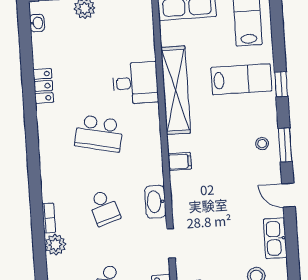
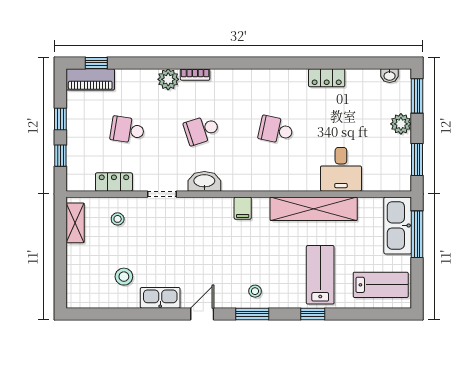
lab bench: (241, 79) -> (320, 275), turned 180
desk: (135, 83) -> (341, 169), moved
school desk: (99, 133) -> (276, 130), width x0.54

